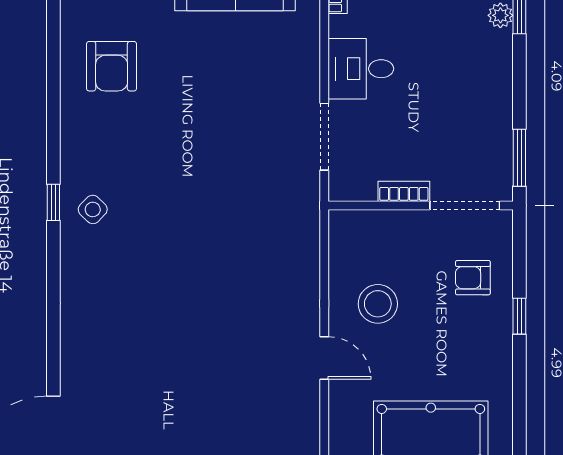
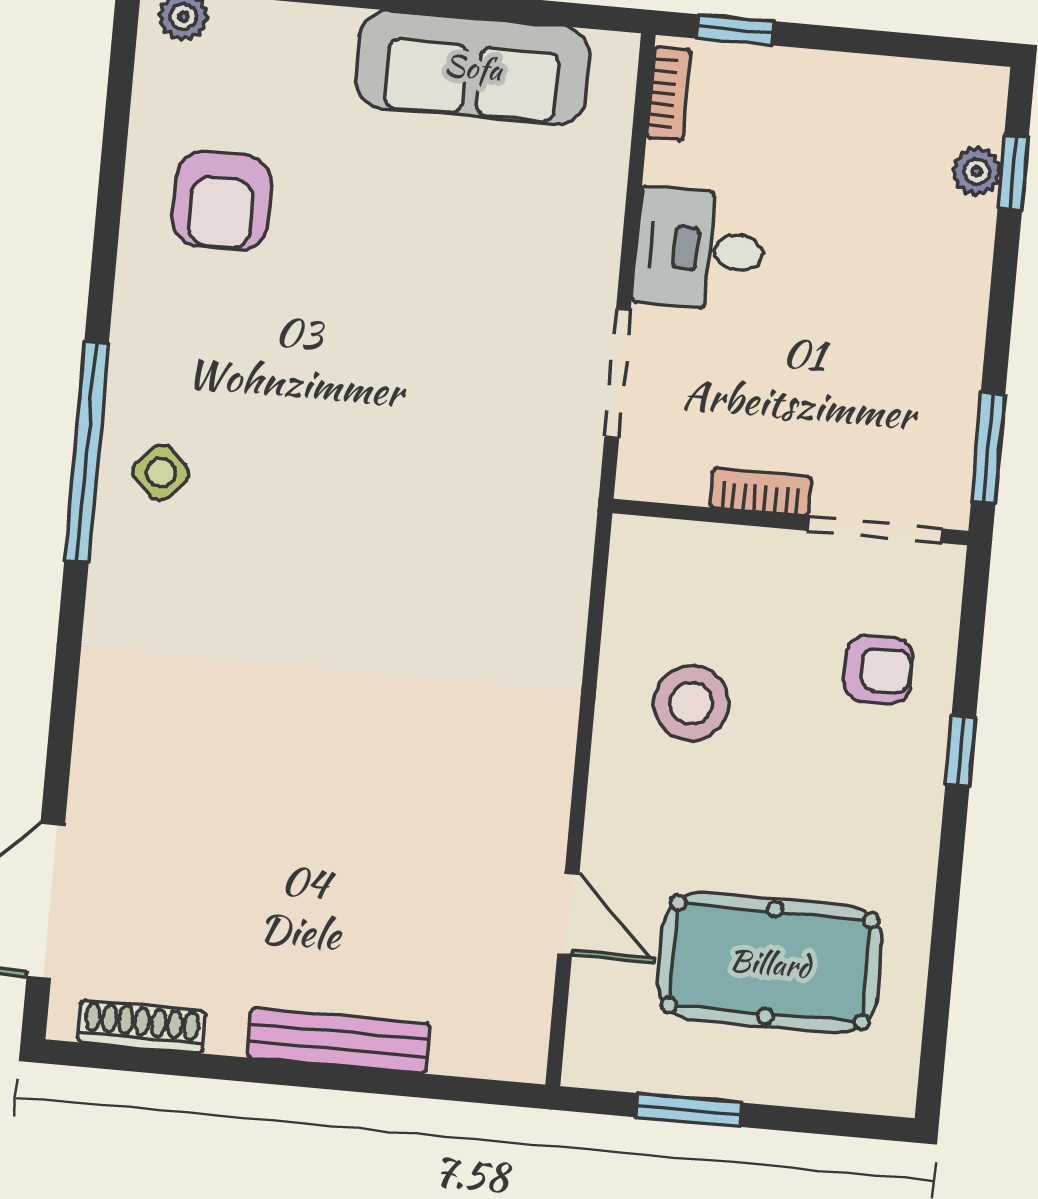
window: (53, 202) -> (87, 452), width x3.17
armchair: (473, 278) -> (878, 670), turned 180
door: (324, 358) -> (568, 914), moved

